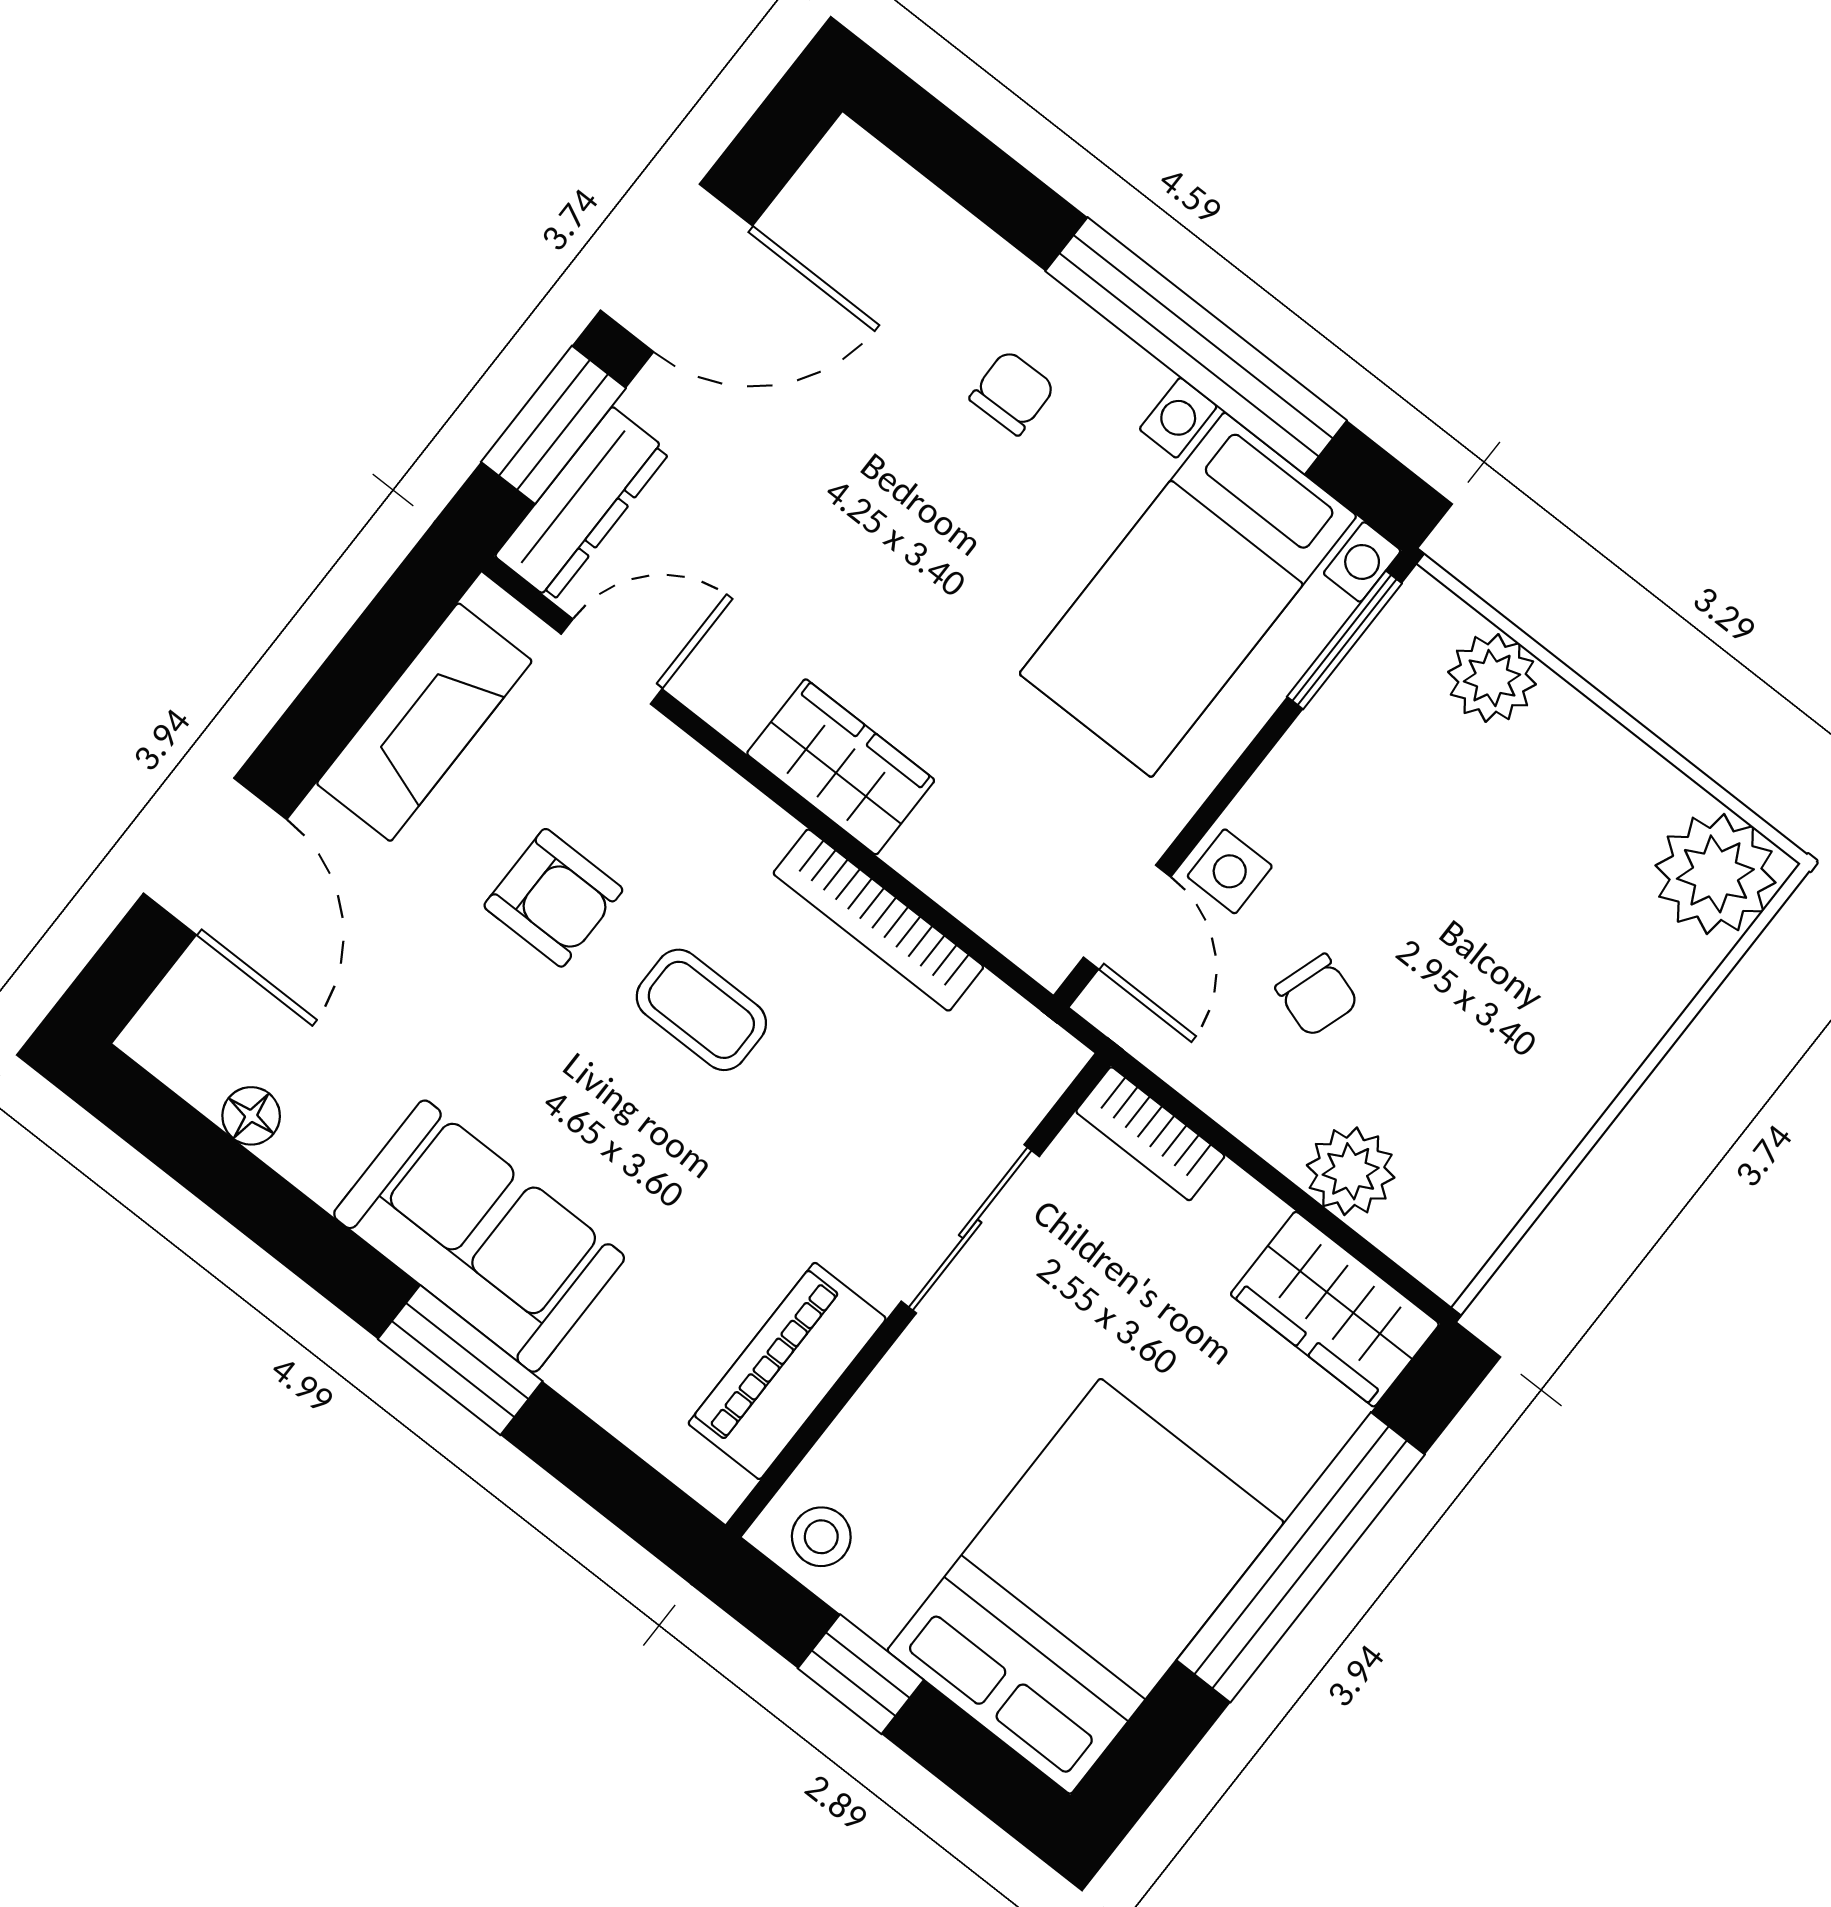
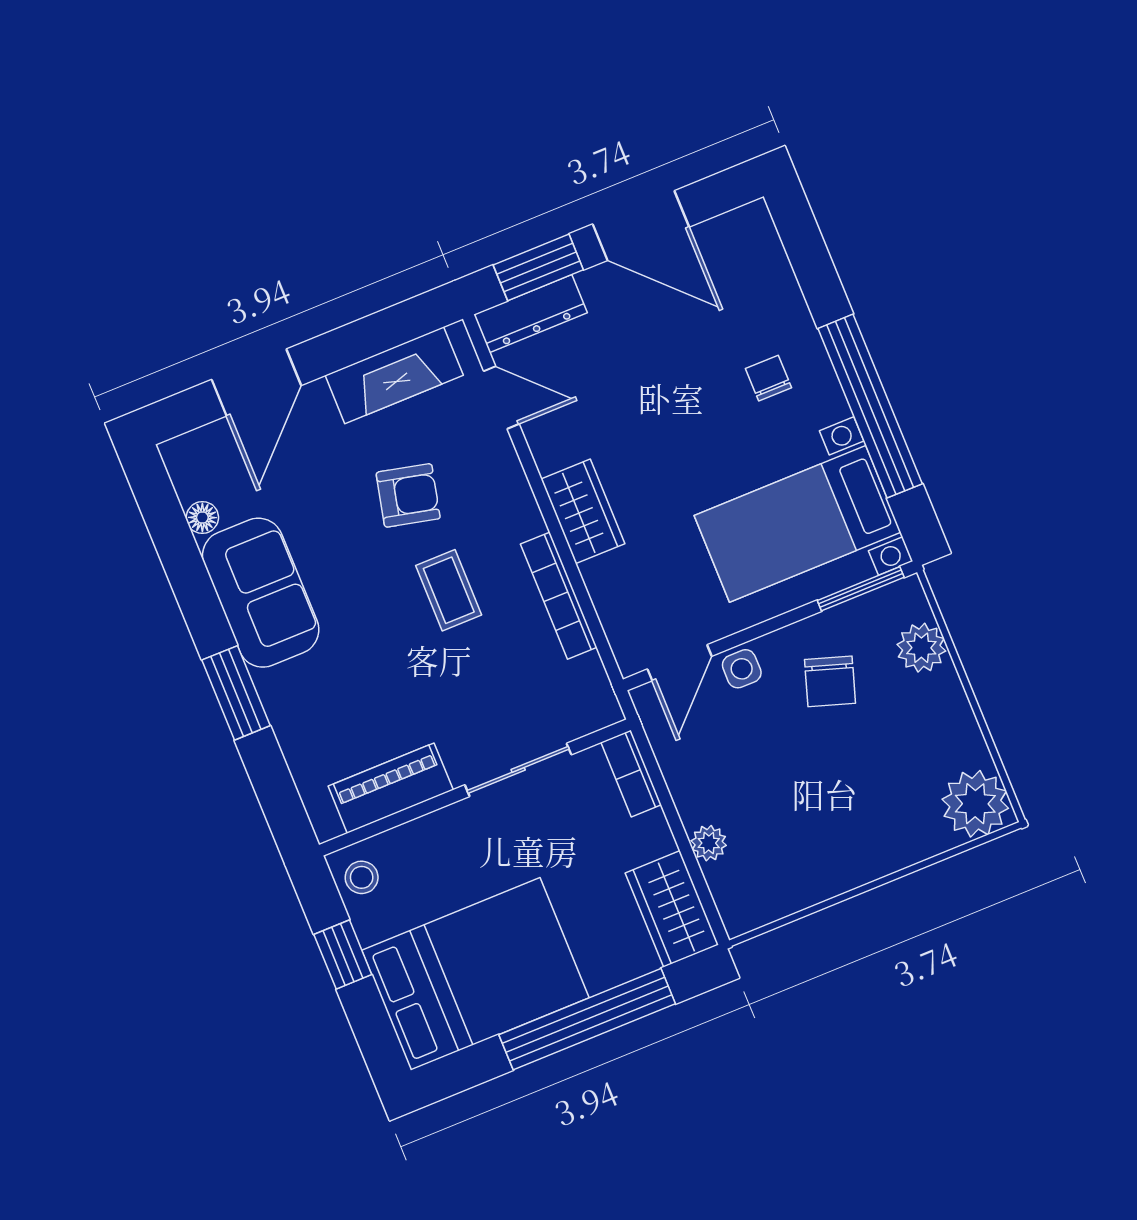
chair: (1012, 393) -> (769, 378), turned -89
armchair: (553, 898) -> (408, 495), turned -77
chair: (1317, 995) -> (830, 681), moved, width x1.37, depth x1.37
plant: (1351, 1171) -> (709, 843), width x0.73, depth x0.73
sofa: (479, 1236) -> (261, 593), moved

